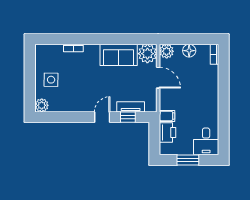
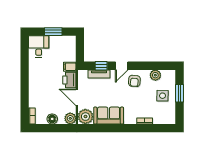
window: (30, 83) -> (179, 93), added
armchair: (86, 98) -> (134, 81), added
plant: (42, 105) -> (155, 75), moved
printer: (168, 133) -> (69, 80), moved

